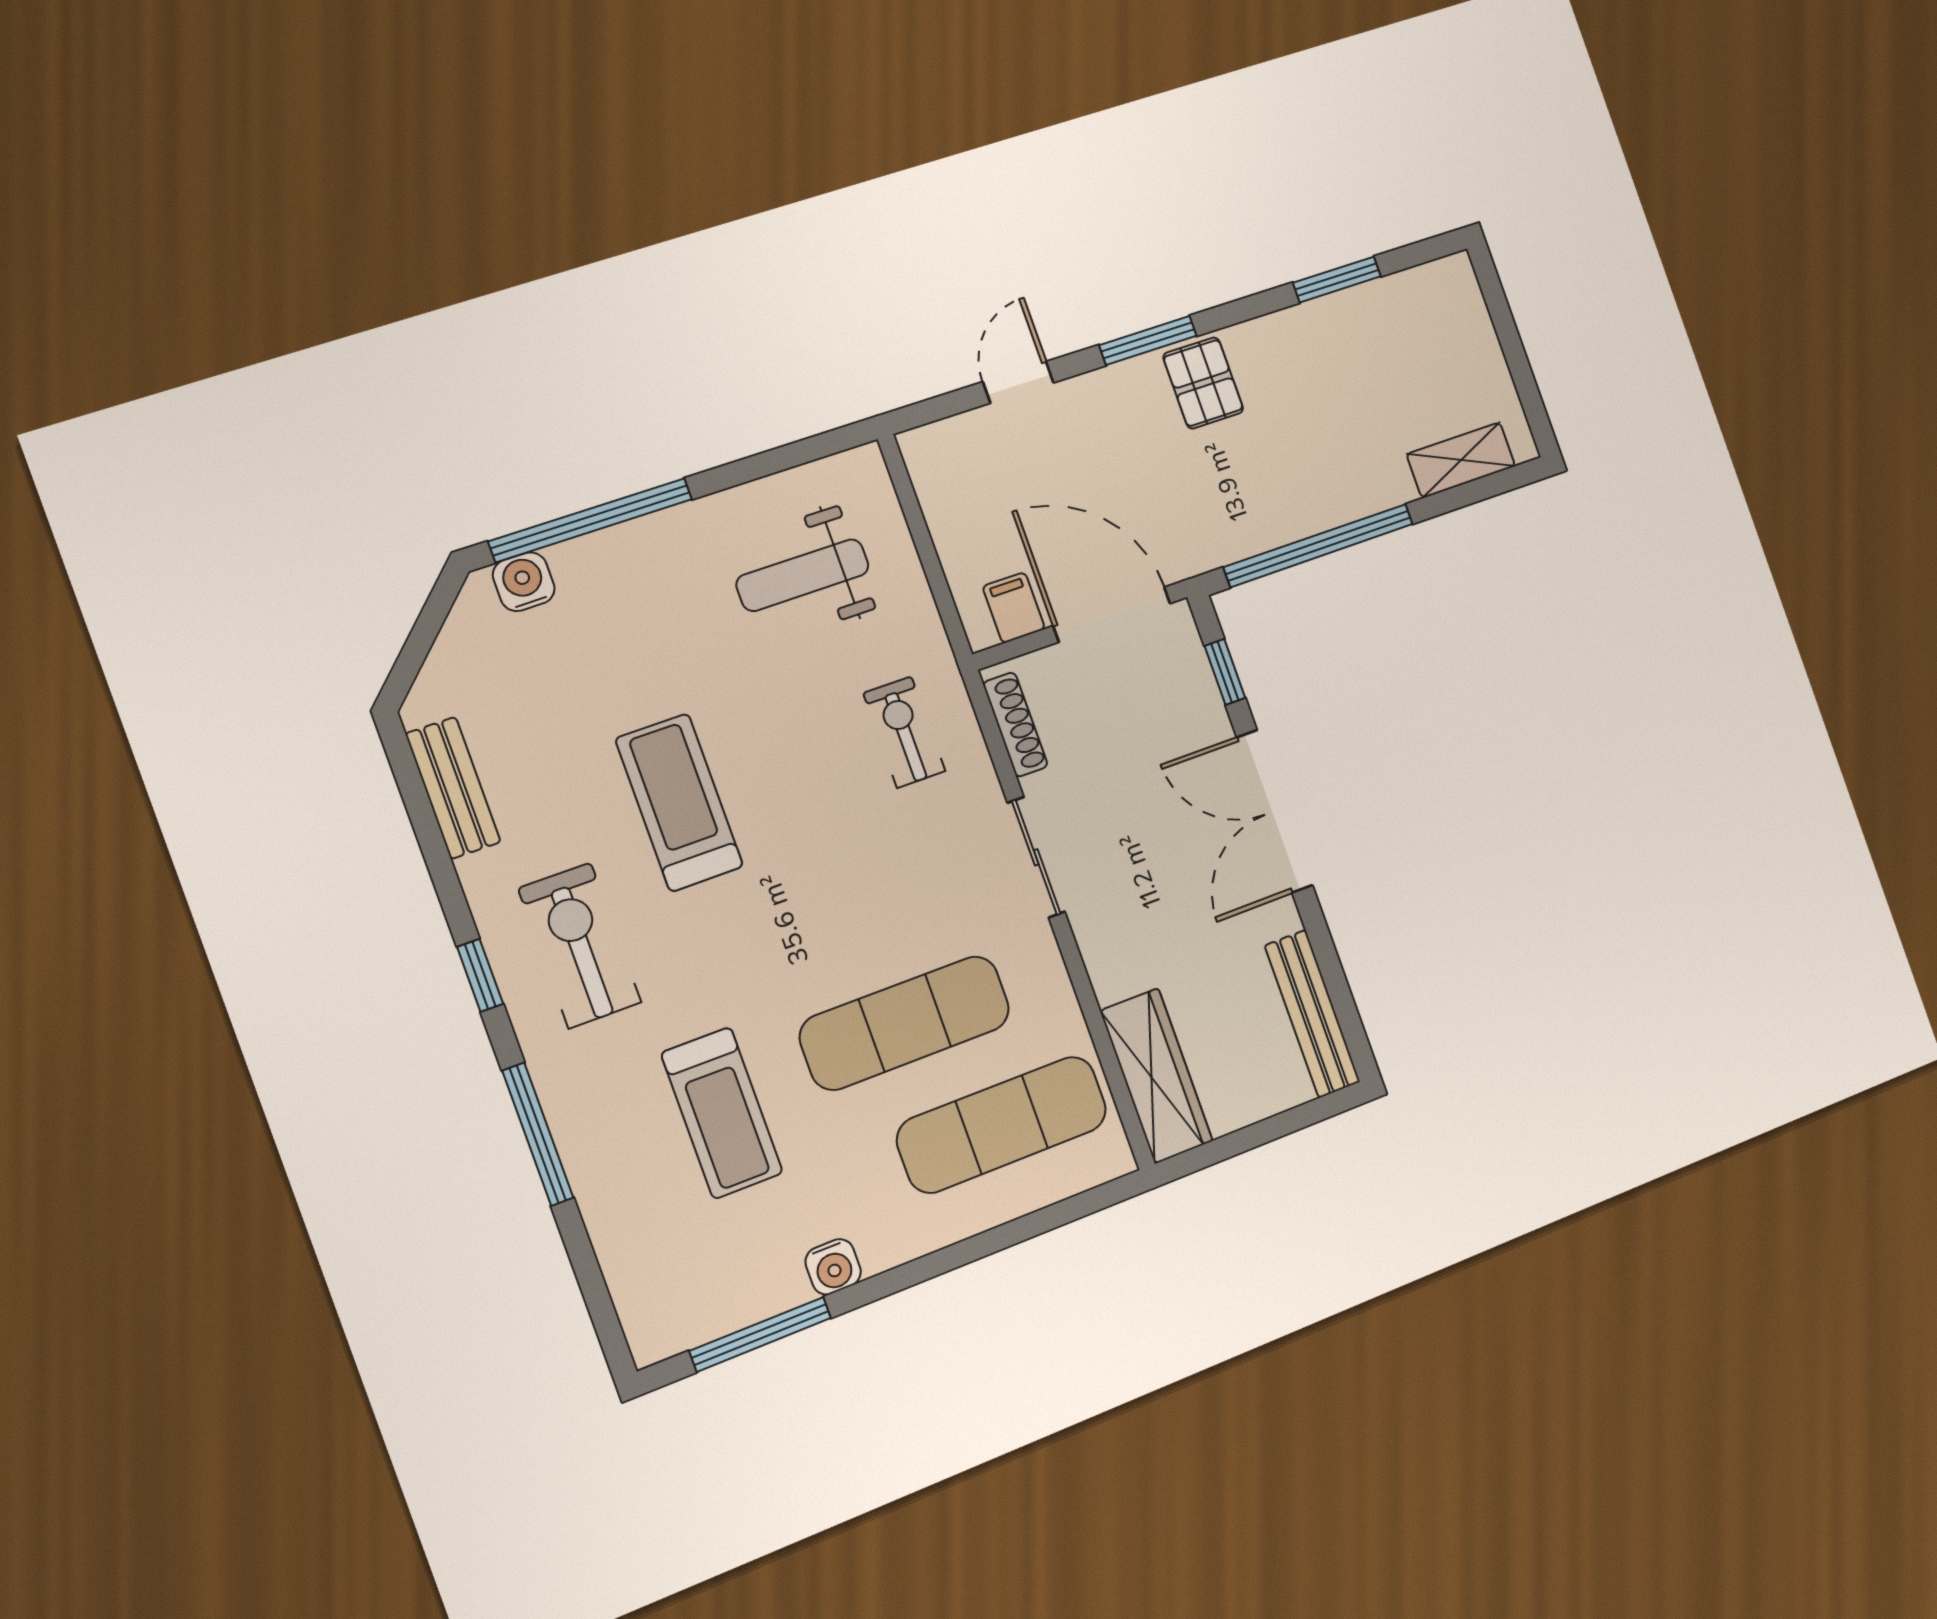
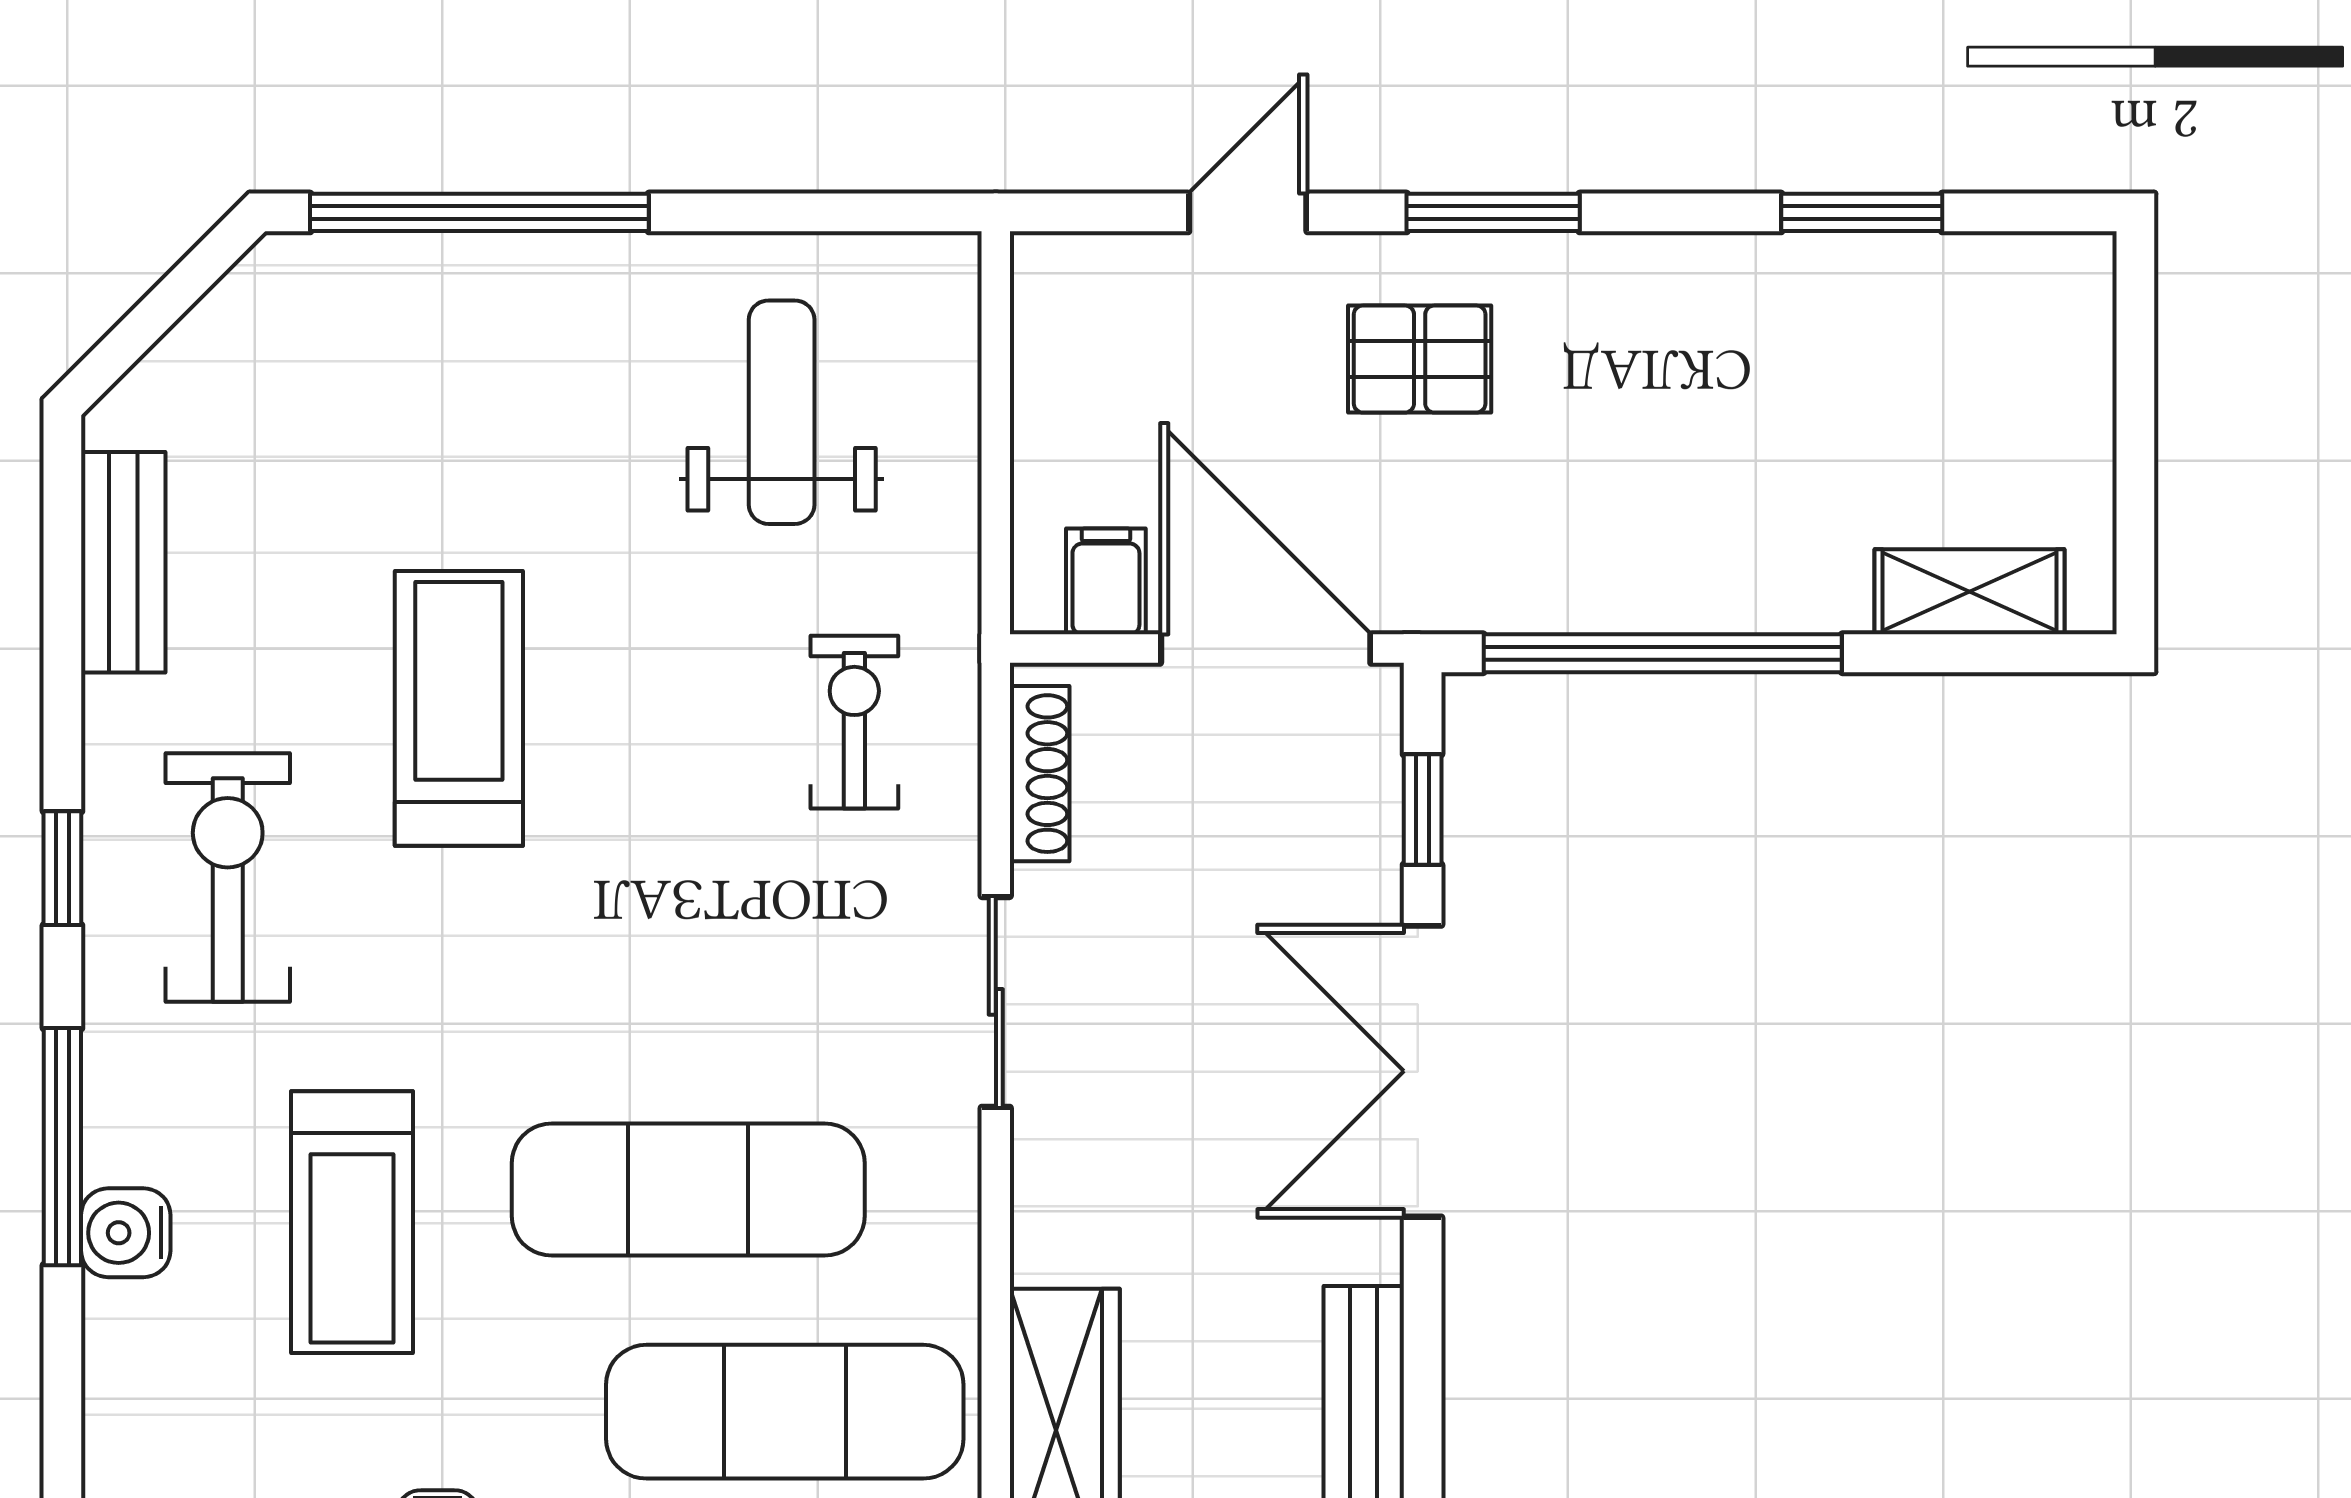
pallet: (1203, 383) -> (1420, 359), moved, turned 90
weight bench: (803, 575) -> (782, 412), turned 90
water cooler: (524, 582) -> (126, 1233), moved, turned -90

